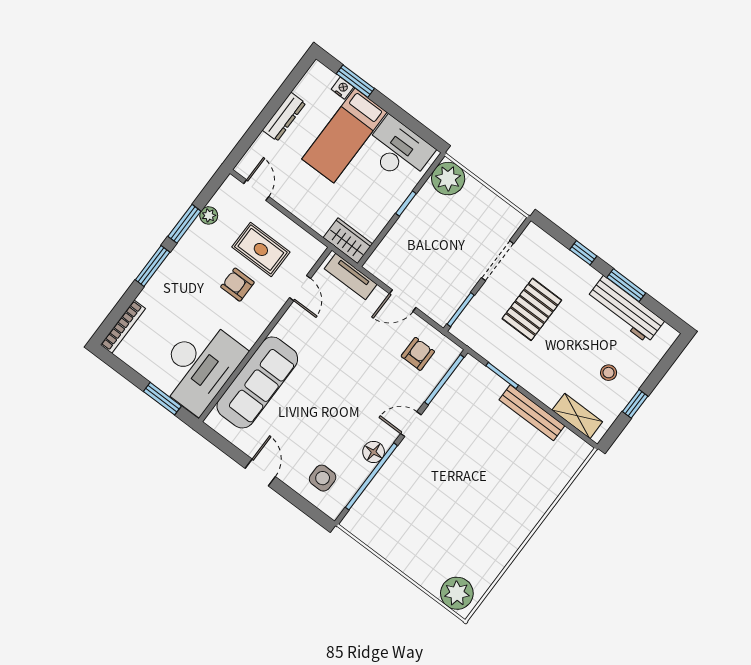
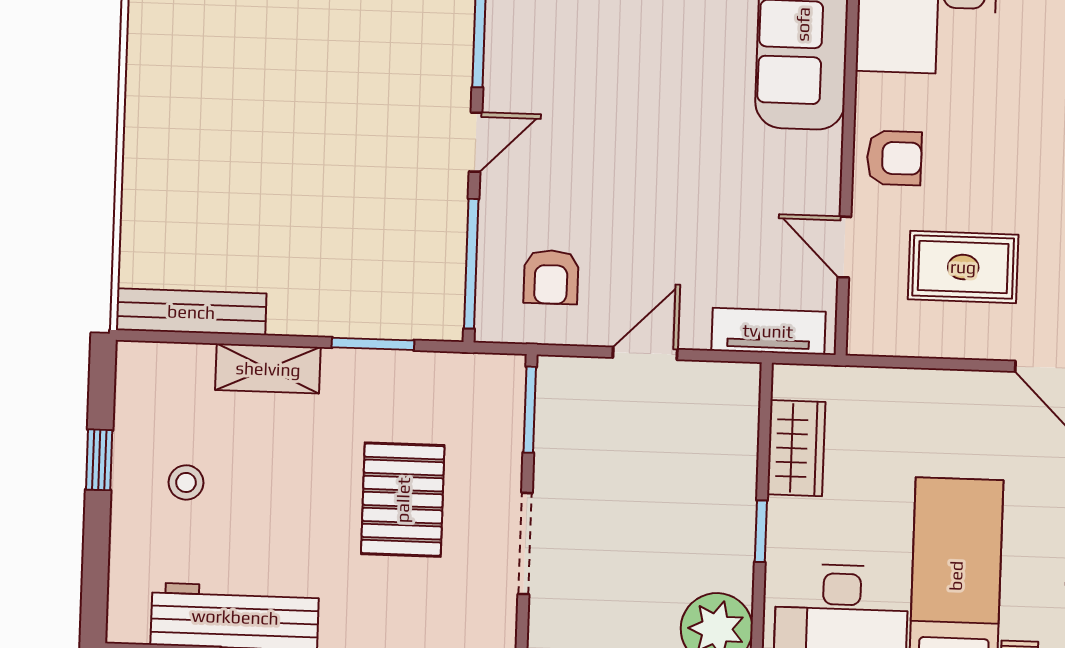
wardrobe: (348, 241) -> (796, 448), moved, turned -90
armchair: (237, 285) -> (894, 158), moved
bench: (532, 413) -> (191, 312), moved
shelving: (577, 416) -> (268, 369), moved
floor lamp: (374, 452) -> (507, 46), removed

